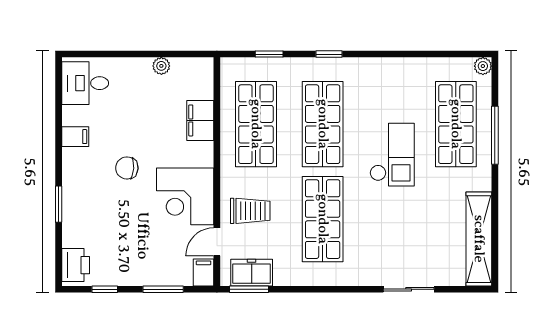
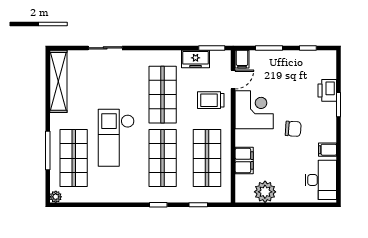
plant: (161, 66) -> (265, 192), width x1.88, depth x1.88
desk: (85, 83) -> (321, 180), width x1.37
checkout: (392, 155) -> (116, 138), width x1.36, depth x1.21
printer: (76, 265) -> (327, 90), moved
freezer: (252, 273) -> (196, 59), moved

